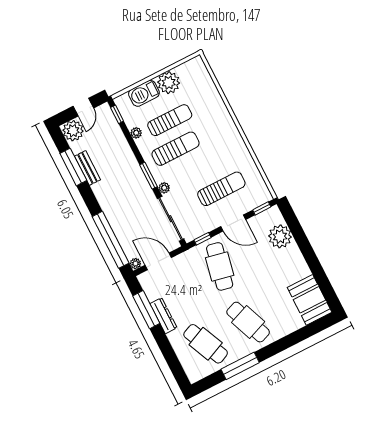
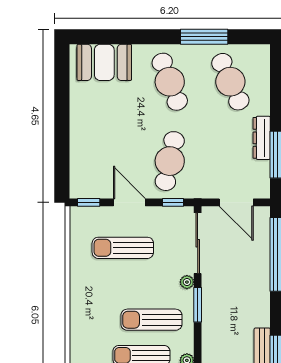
plant: (280, 236) -> (84, 160), removed
plant: (135, 264) -> (263, 213), removed
booth: (310, 300) -> (104, 62), moved, turned 90

